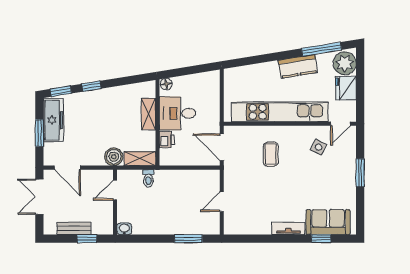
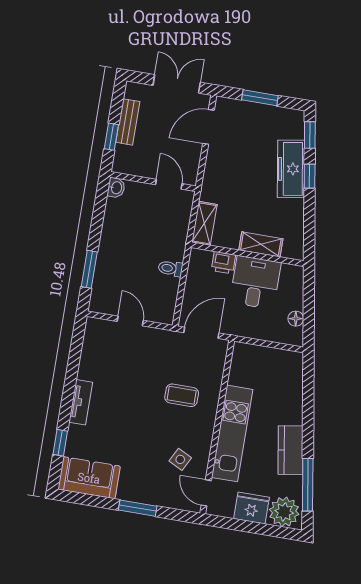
floor lamp: (166, 84) -> (296, 319), moved
kitchen unit: (280, 112) -> (232, 433), width x0.73
freezer: (53, 120) -> (291, 169), moved, turned 81
boiler: (114, 157) -> (213, 190), removed
toilet: (148, 178) -> (170, 268), moved
sofa: (328, 222) -> (89, 478), moved, turned -90

